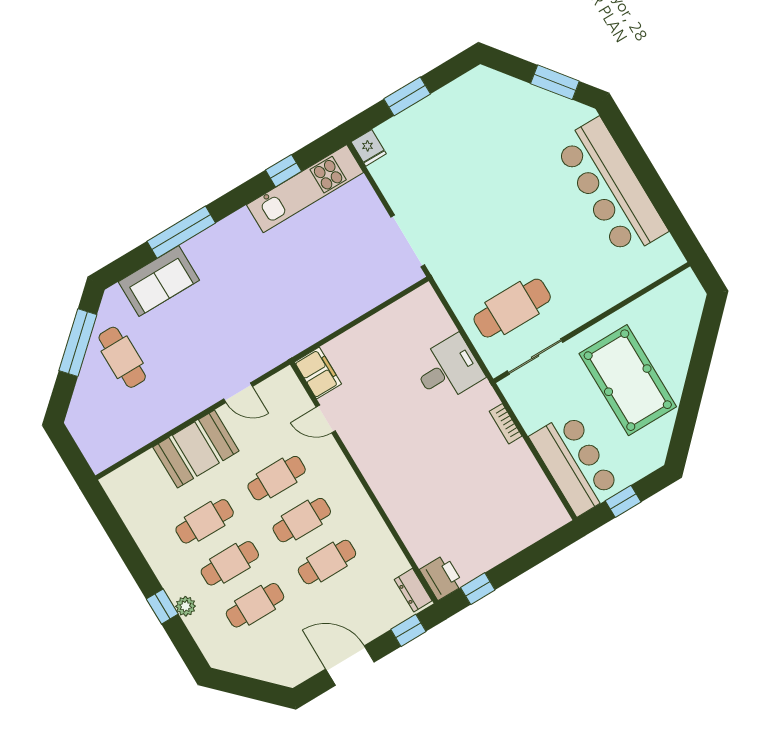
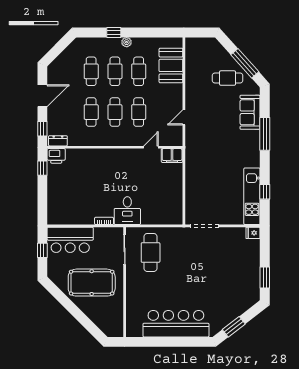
window: (407, 96) -> (265, 277), moved
desk: (448, 369) -> (127, 211), moved
booth: (196, 449) -> (171, 65), moved
plant: (186, 606) -> (127, 42), moved

